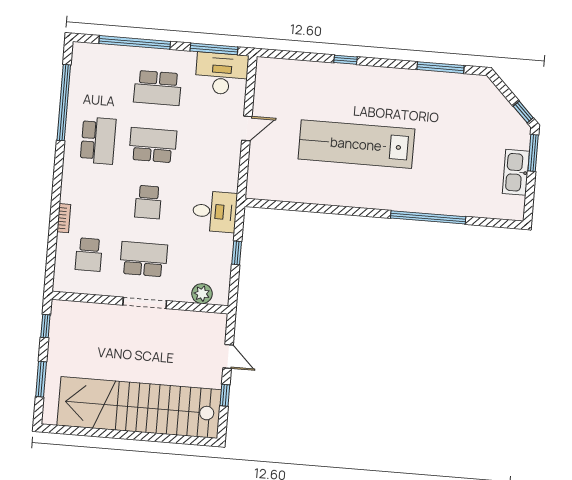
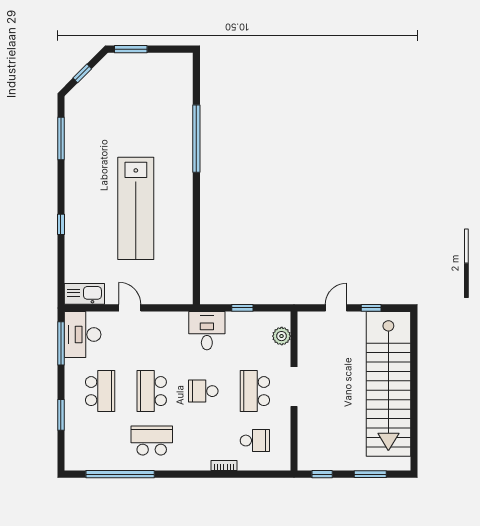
window: (135, 42) -> (61, 415), width x0.47
window: (523, 112) -> (82, 73), moved
kitchen sink: (516, 172) -> (84, 294), moved, turned 180
school desk: (148, 202) -> (203, 391), turned 180

